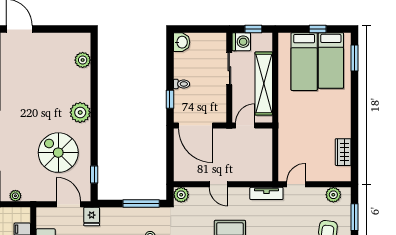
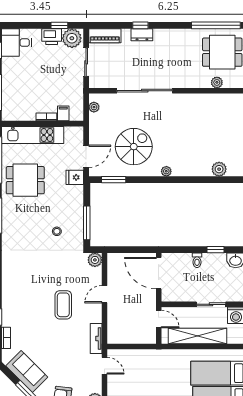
window: (170, 99) -> (216, 250), moved
plant: (80, 112) -> (166, 171), width x0.53, depth x0.53
door: (196, 126) -> (159, 273), hinge flipped
window: (94, 174) -> (114, 180), width x1.50

